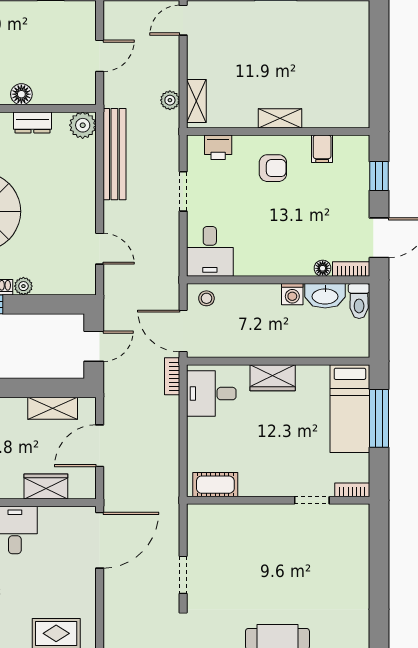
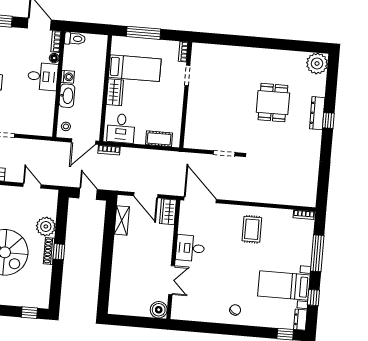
door: (100, 249) -> (32, 186), hinge flipped
desk: (210, 251) -> (43, 76), moved
plant: (23, 286) -> (46, 226), width x1.88, depth x1.88
washbasin: (325, 296) -> (67, 96), moved
bed: (350, 409) -> (135, 68), moved
cot: (215, 485) -> (159, 139), moved, turned 90
wardrobe: (46, 486) -> (168, 212), moved

